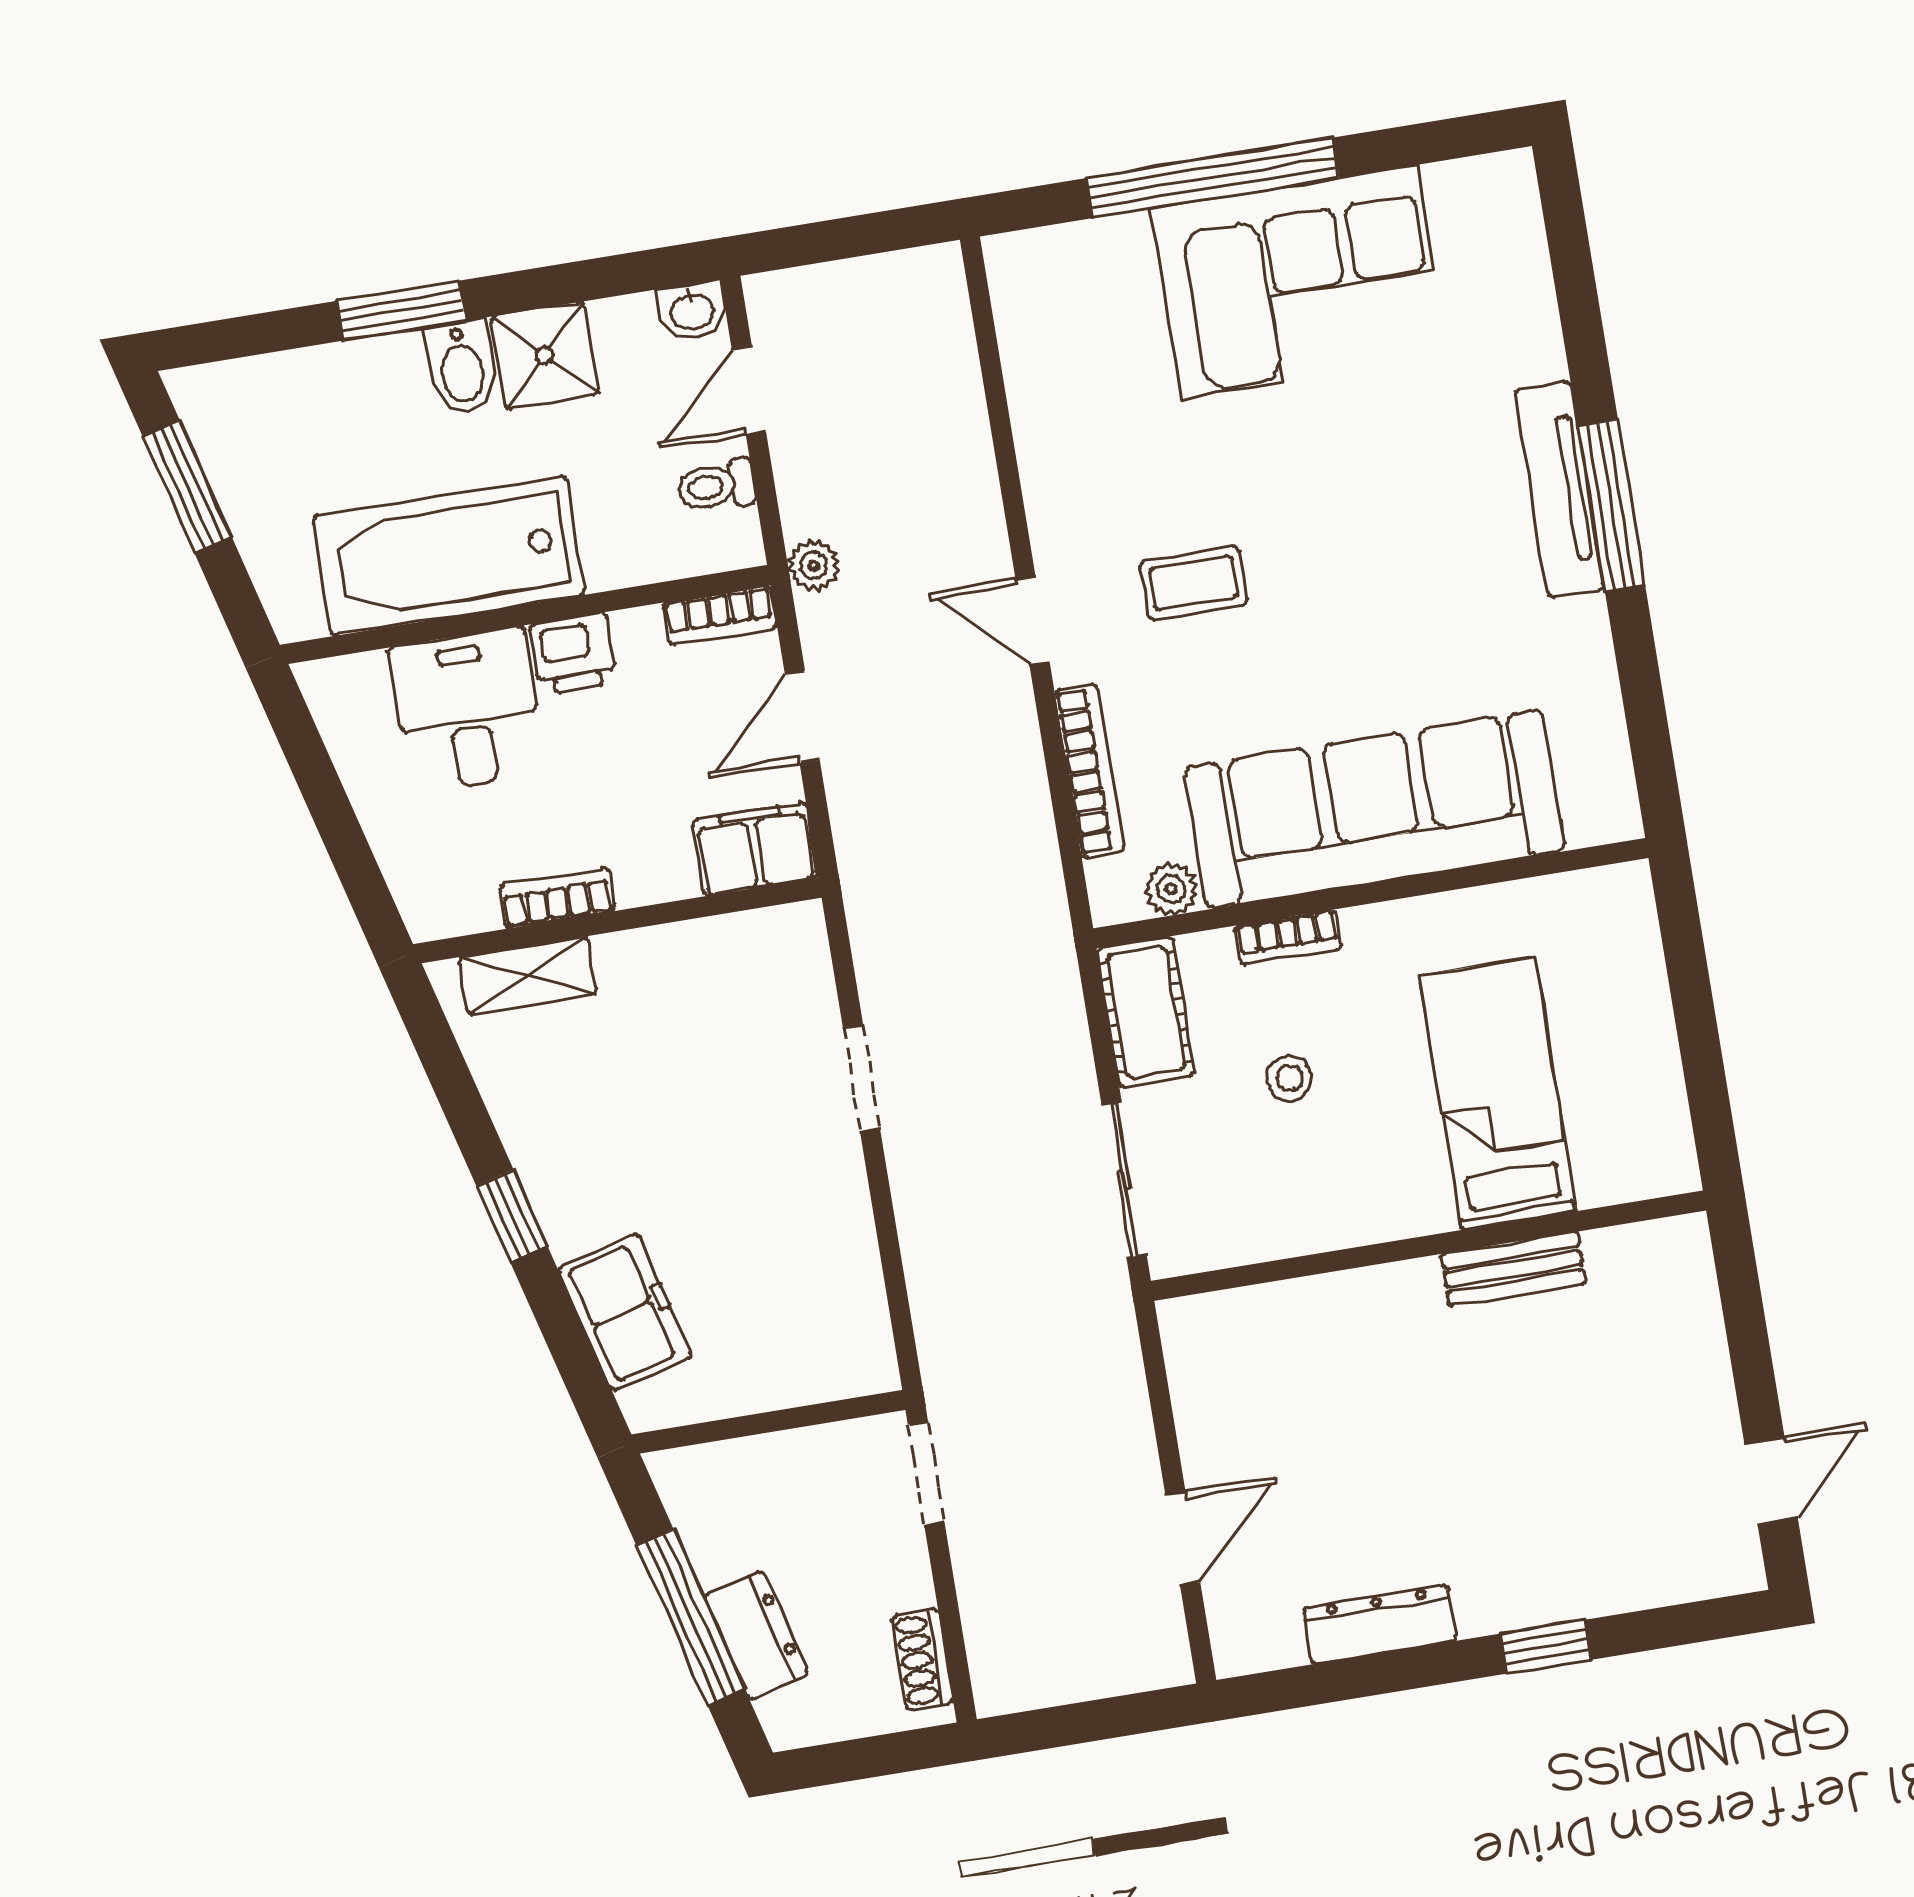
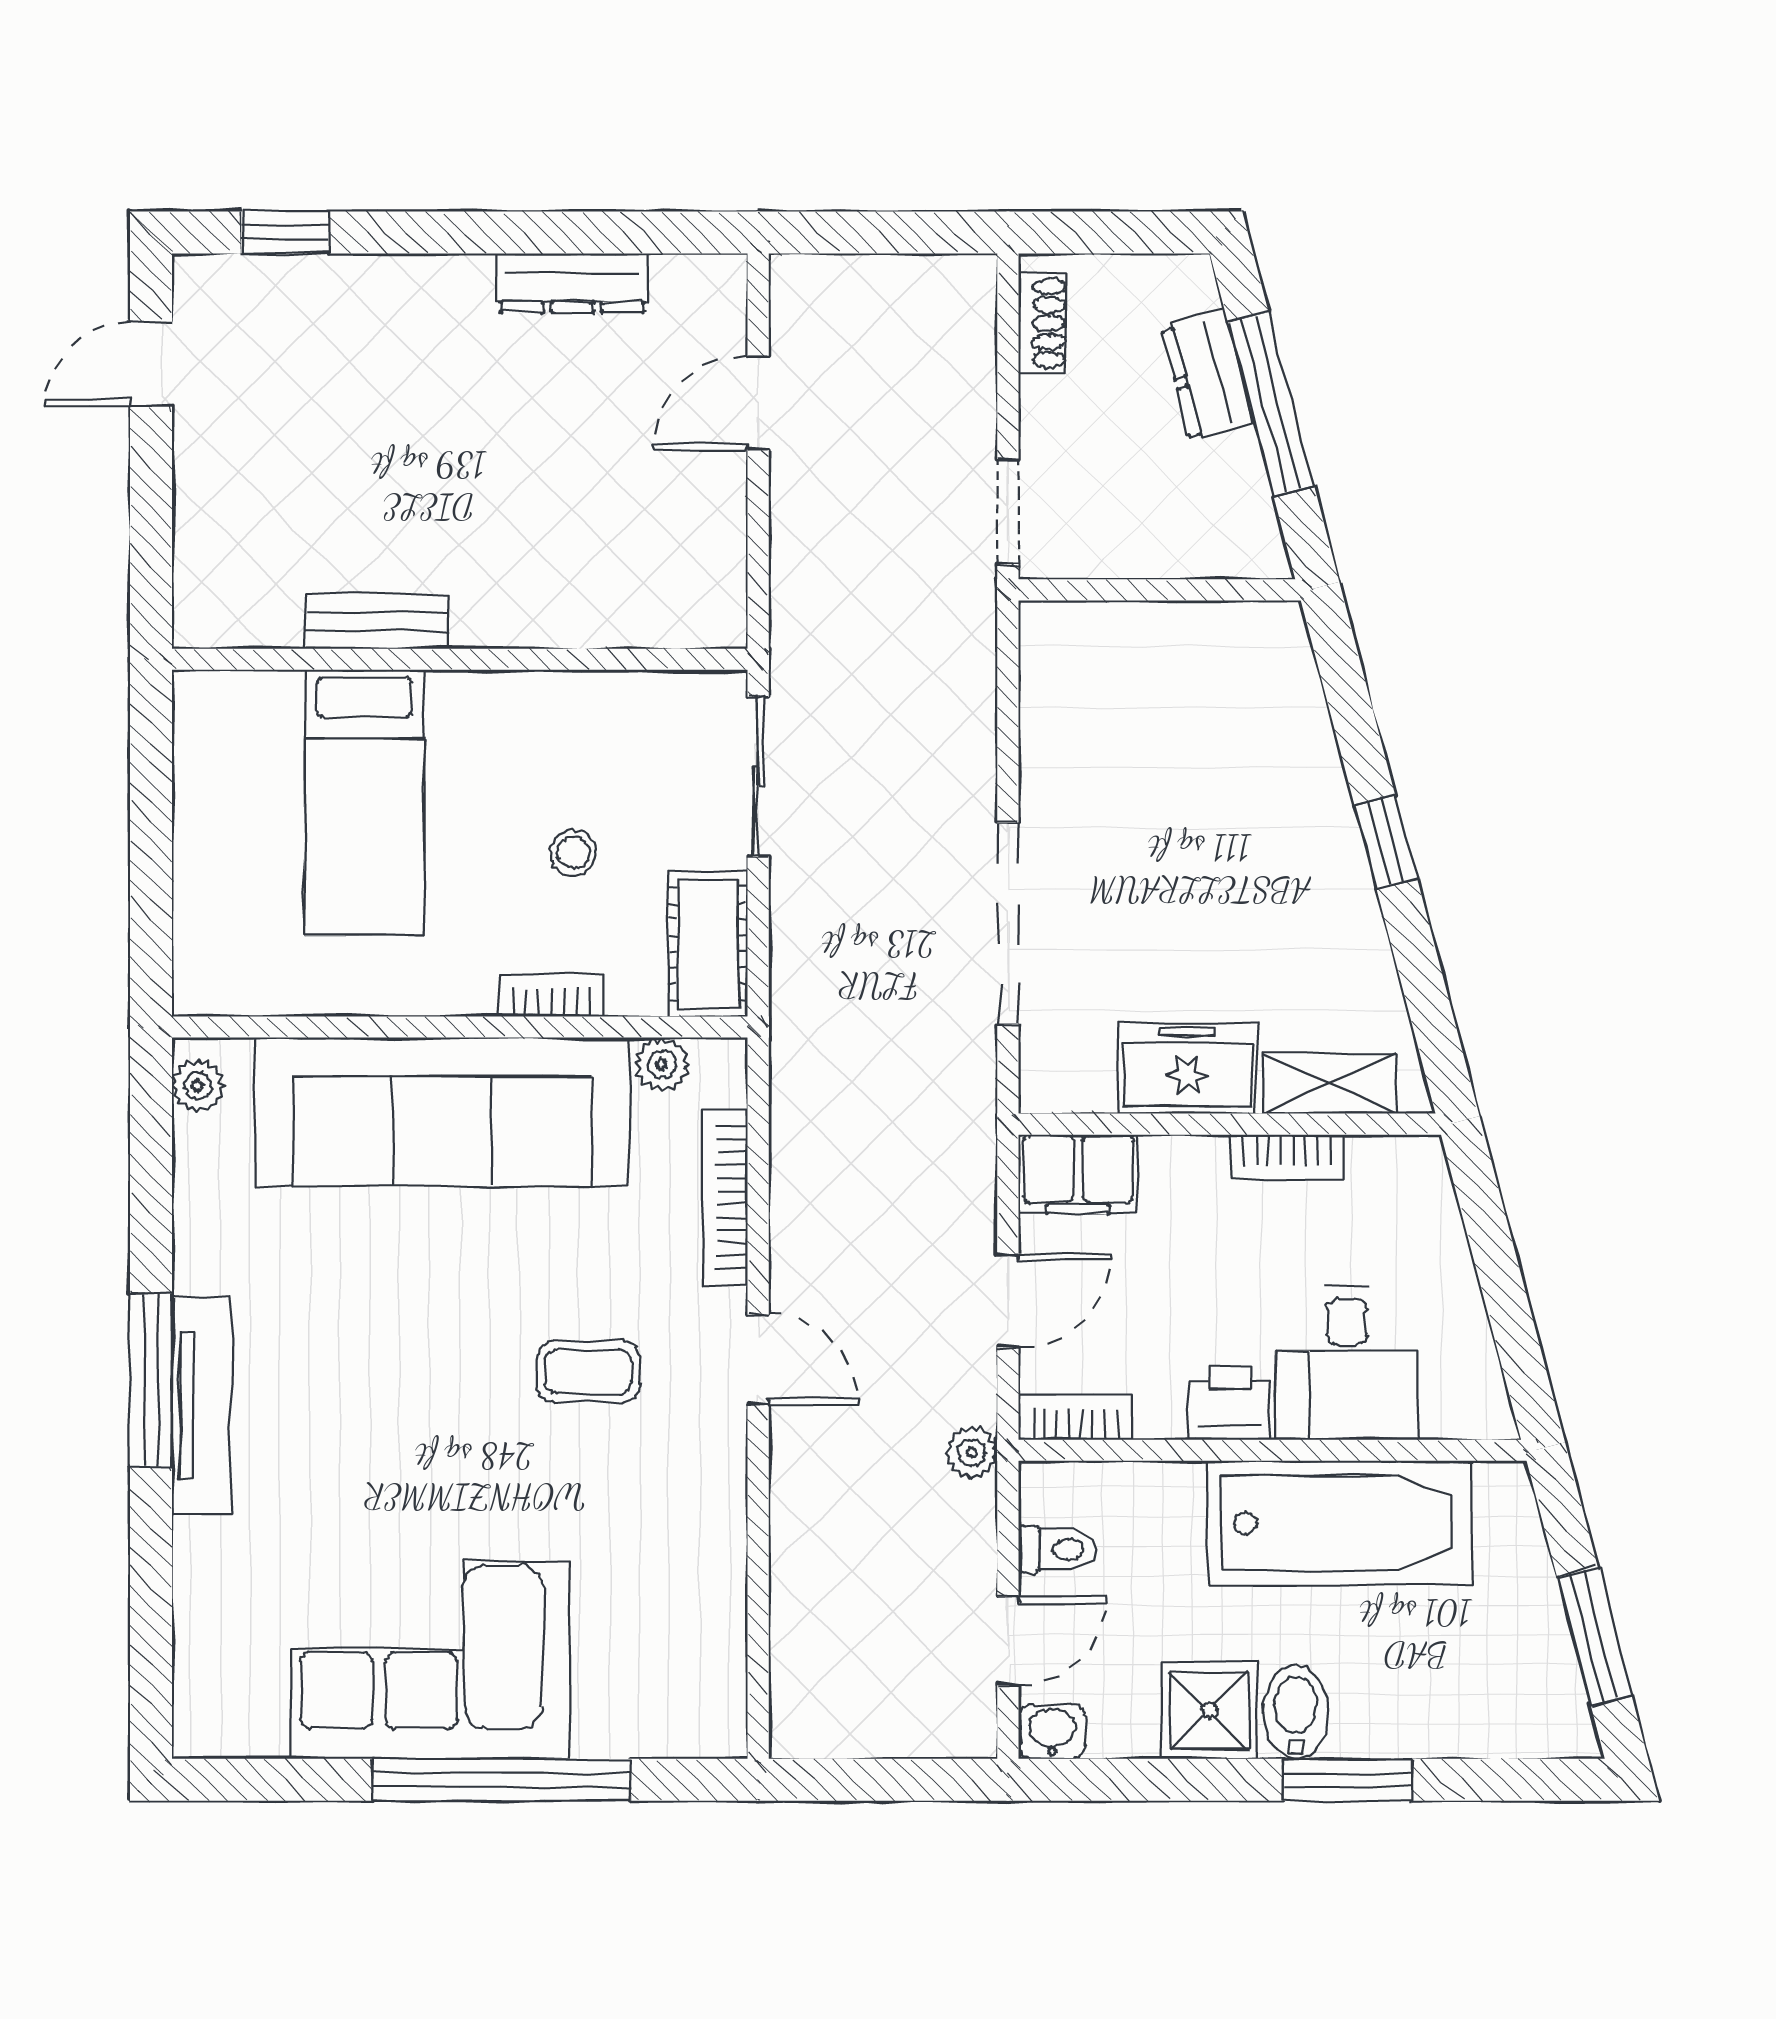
plant: (1613, 796) -> (198, 1086), added
doorway: (862, 1078) -> (1008, 923), width x1.88
freezer: (625, 1312) -> (1187, 1069), moved, turned 105
window: (1545, 1647) -> (285, 233), moved

